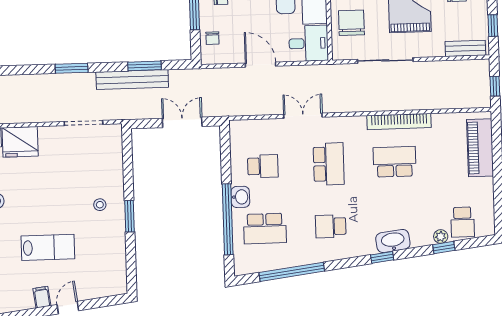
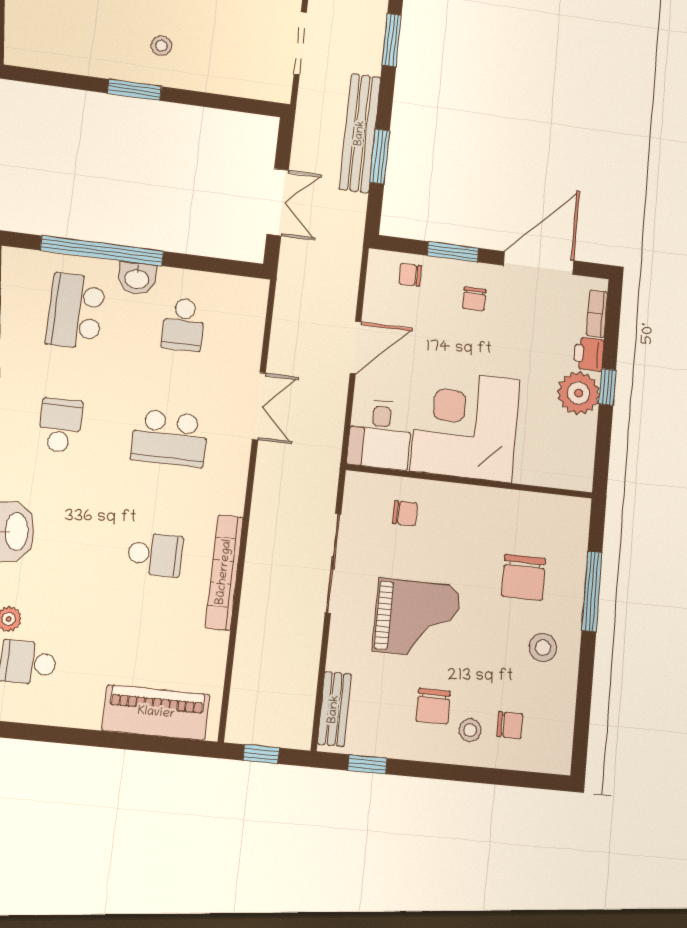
chair: (351, 23) -> (405, 513), width x0.54, depth x0.54
school desk: (395, 162) -> (155, 554), width x0.54

